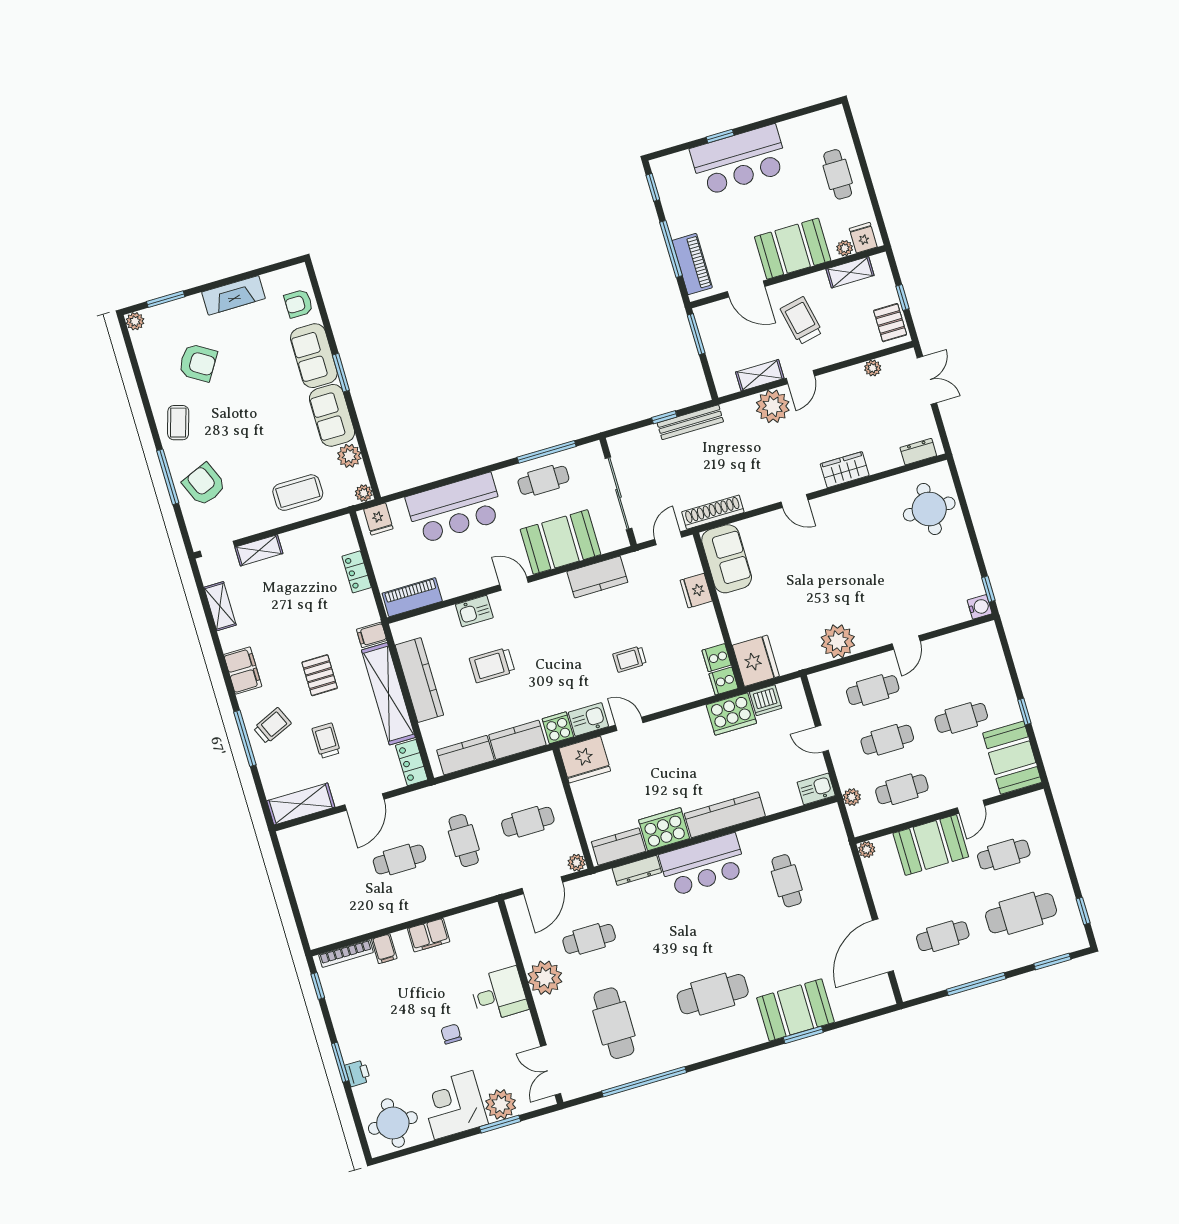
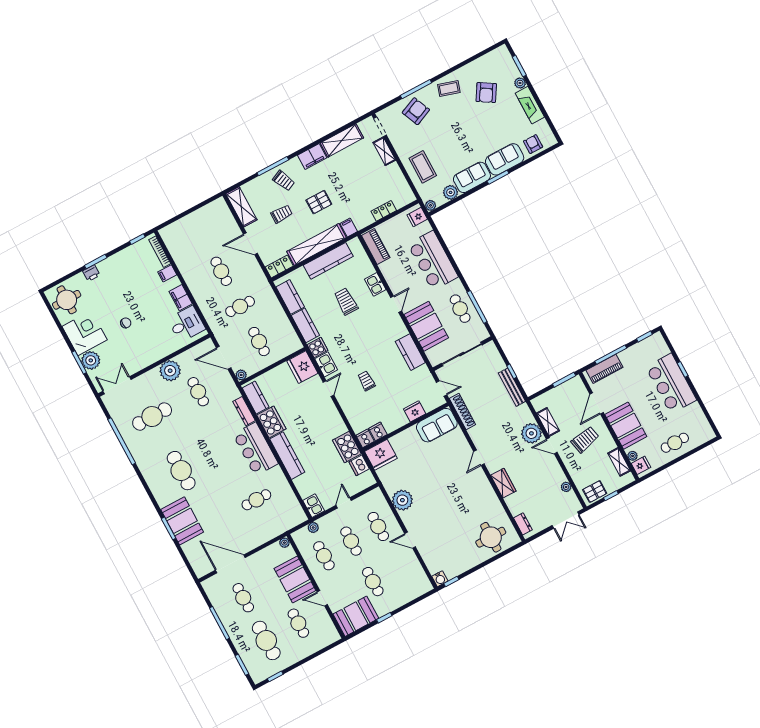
plant: (135, 321) -> (520, 83), moved
shelving: (220, 606) -> (342, 140), width x1.50, depth x1.33
desk: (499, 994) -> (186, 324), moved, turned -90

